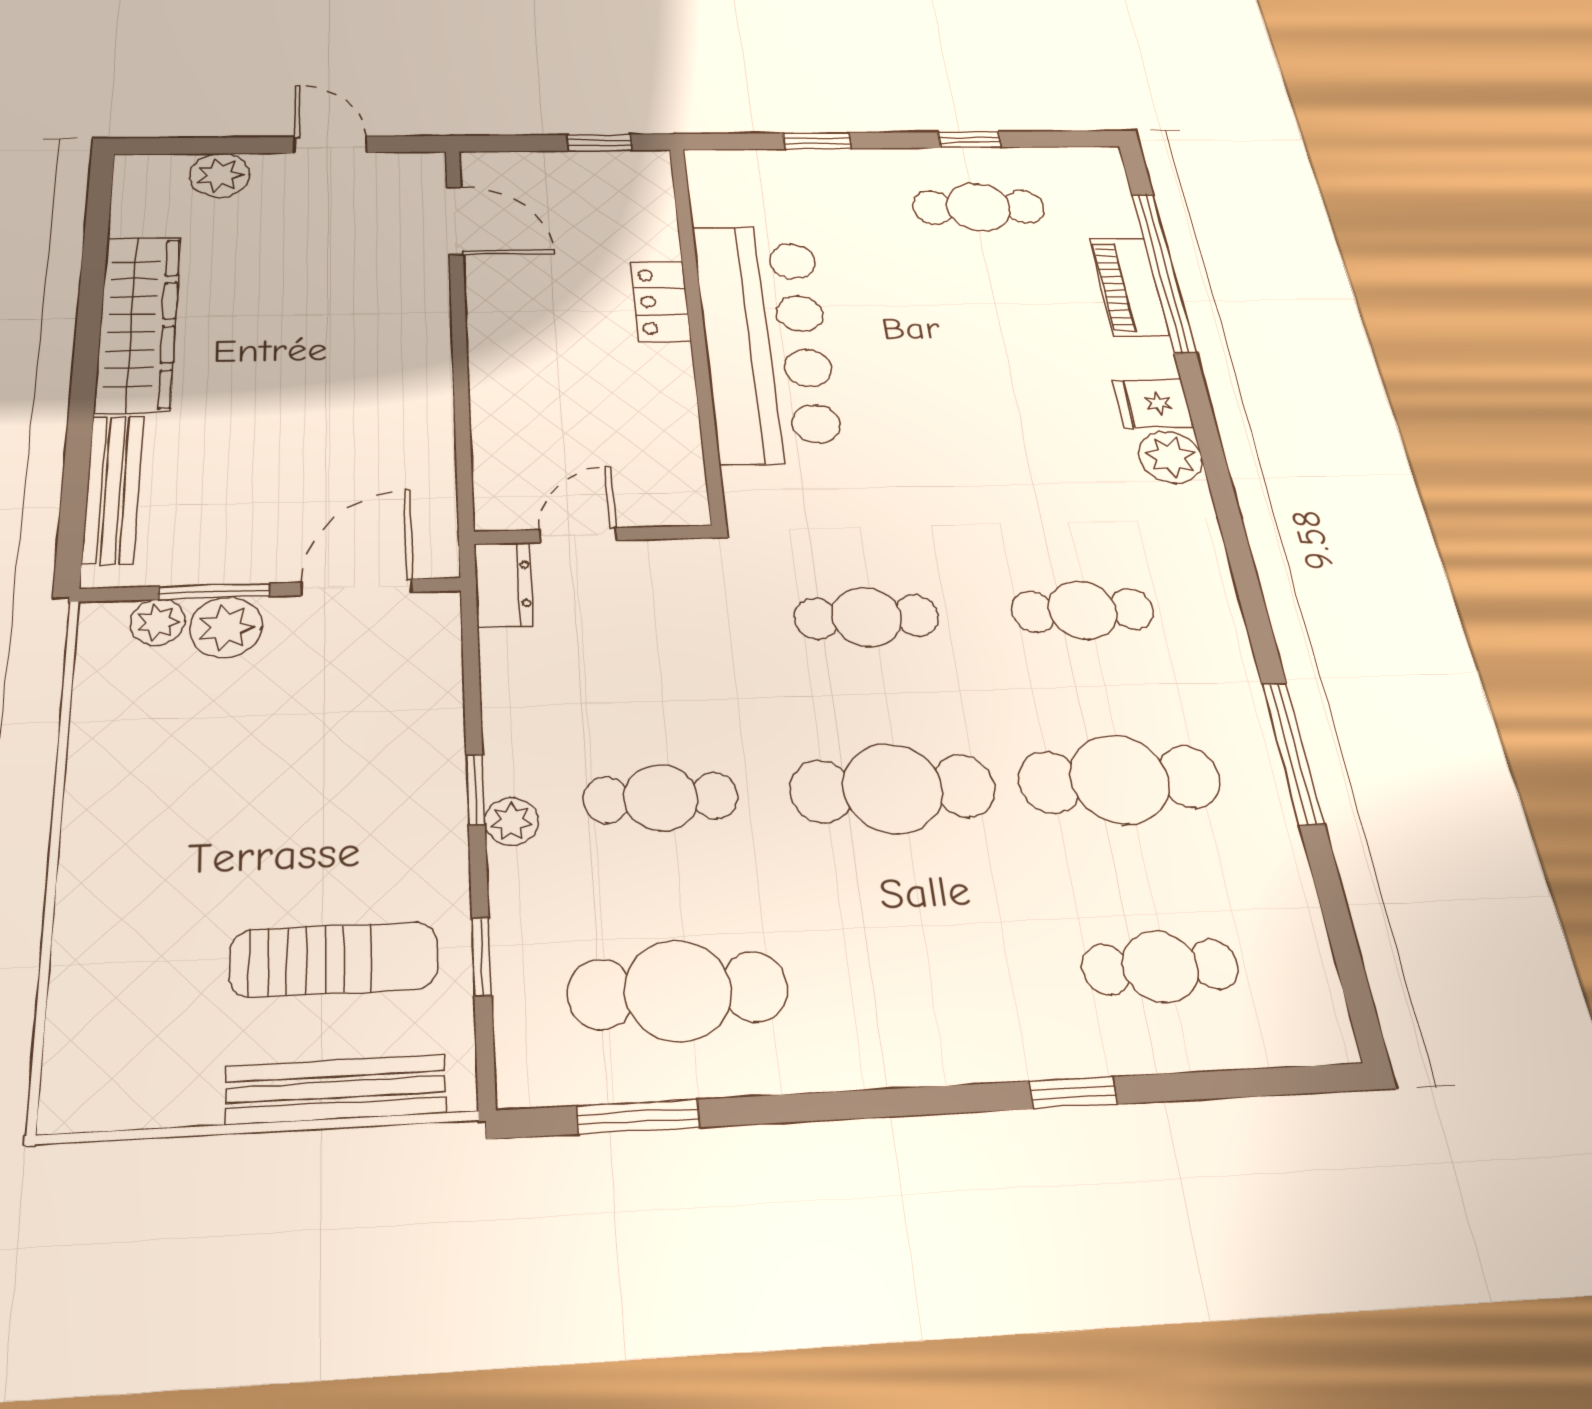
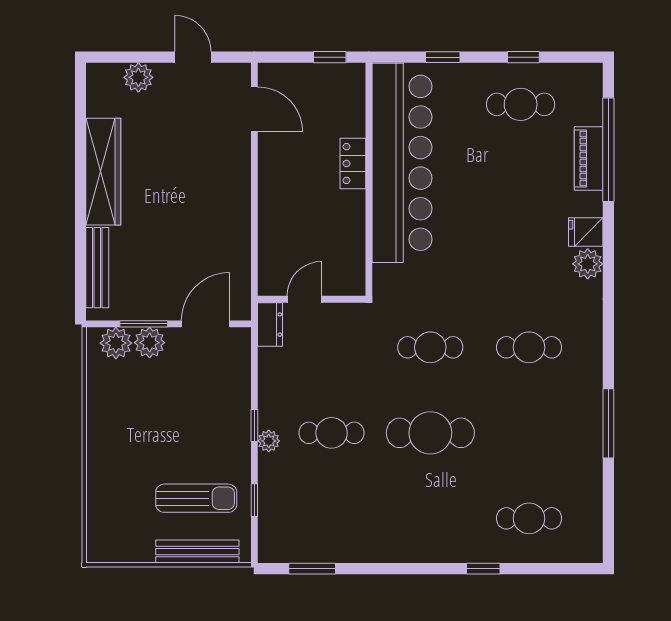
bar counter: (766, 341) -> (402, 163), width x1.36
plant: (158, 622) -> (116, 343), width x1.38, depth x1.38
cafe table: (1120, 780) -> (529, 433), removed
cafe table: (678, 991) -> (332, 518), removed

